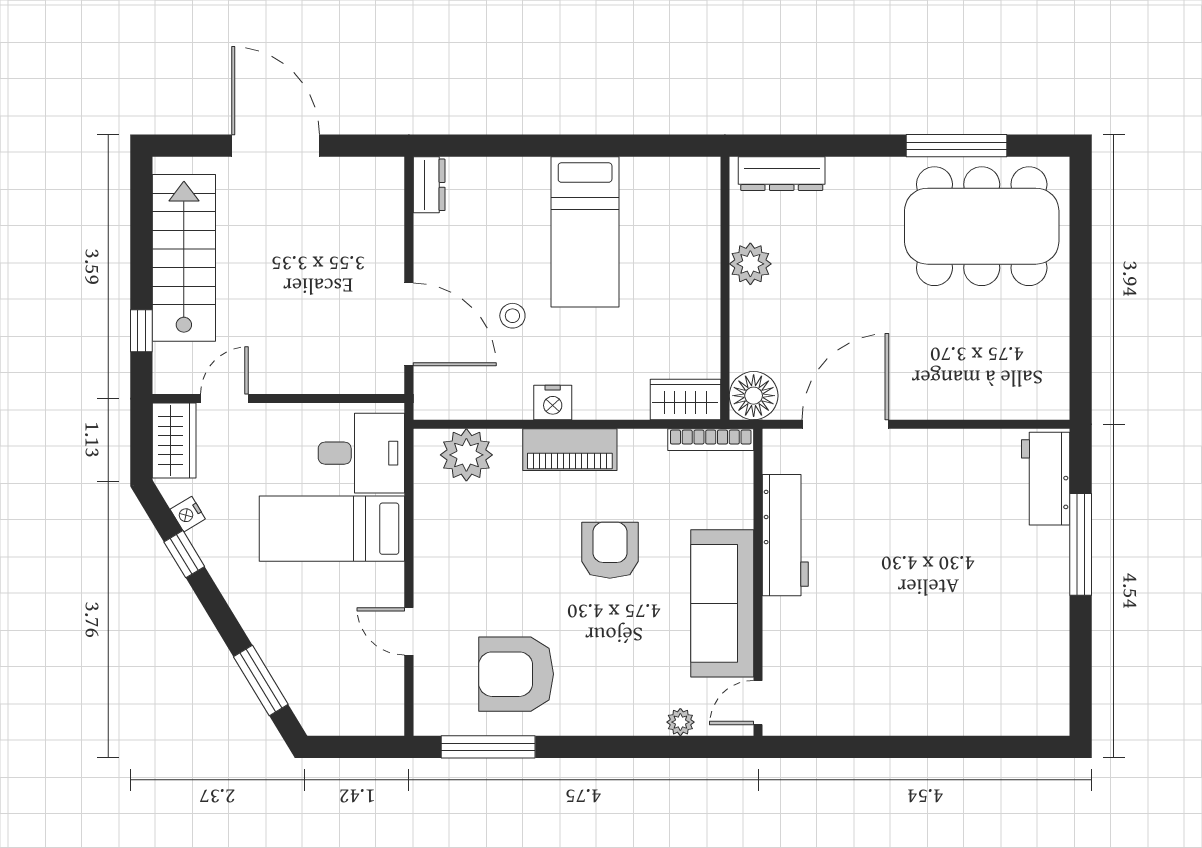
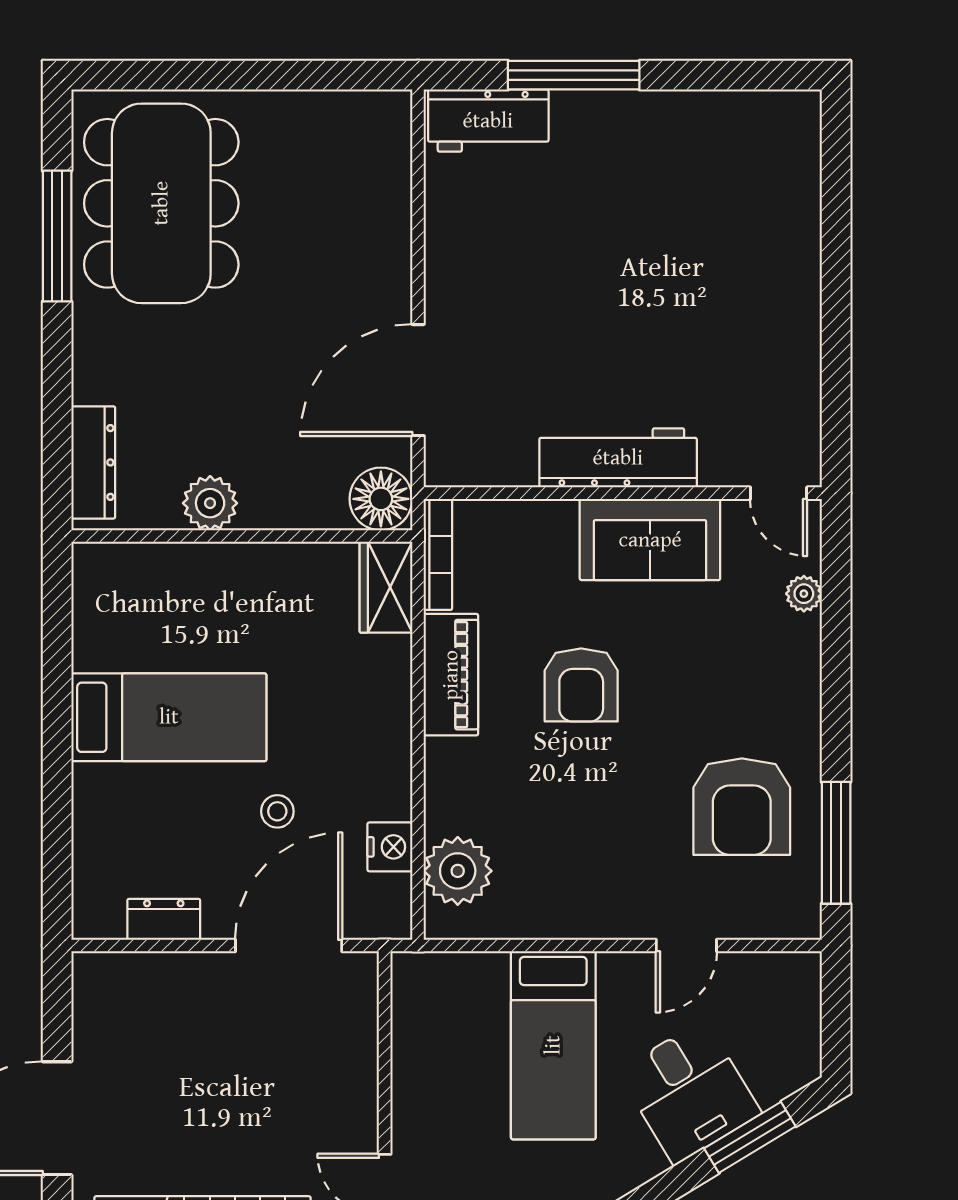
dresser: (429, 185) -> (164, 919), moved
nightstand: (553, 403) -> (390, 847), moved
door: (845, 424) -> (418, 380), hinge flipped
piano: (570, 450) -> (451, 675), moved
desk: (361, 453) -> (689, 1092), moved, turned 149
workbench: (785, 535) -> (618, 458), moved
armchair: (610, 550) -> (581, 685), turned -90
sofa: (722, 603) -> (650, 540), width x0.73

